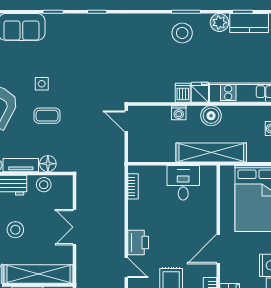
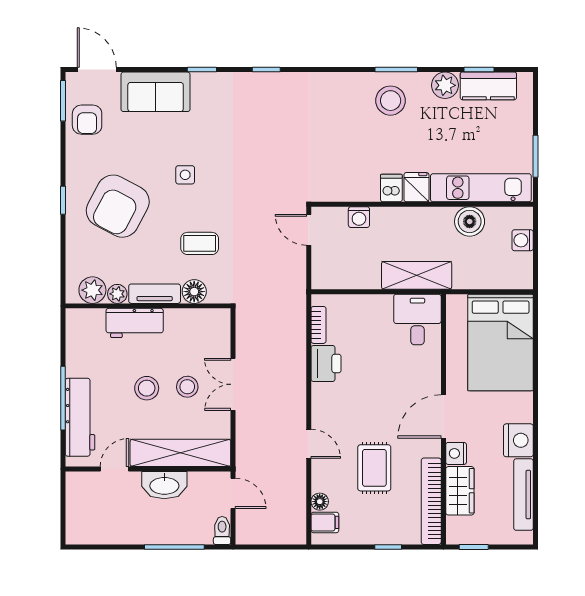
washing machine: (179, 113) -> (359, 217), moved
coffee table: (47, 116) -> (200, 243), moved
boiler: (211, 116) -> (470, 221), moved
shelving: (211, 153) -> (417, 275), width x0.68
desk: (183, 183) -> (417, 320), moved
stool: (44, 185) -> (187, 387), moved
printer: (138, 242) -> (326, 364), moved
nightstand: (227, 274) -> (456, 453), added

